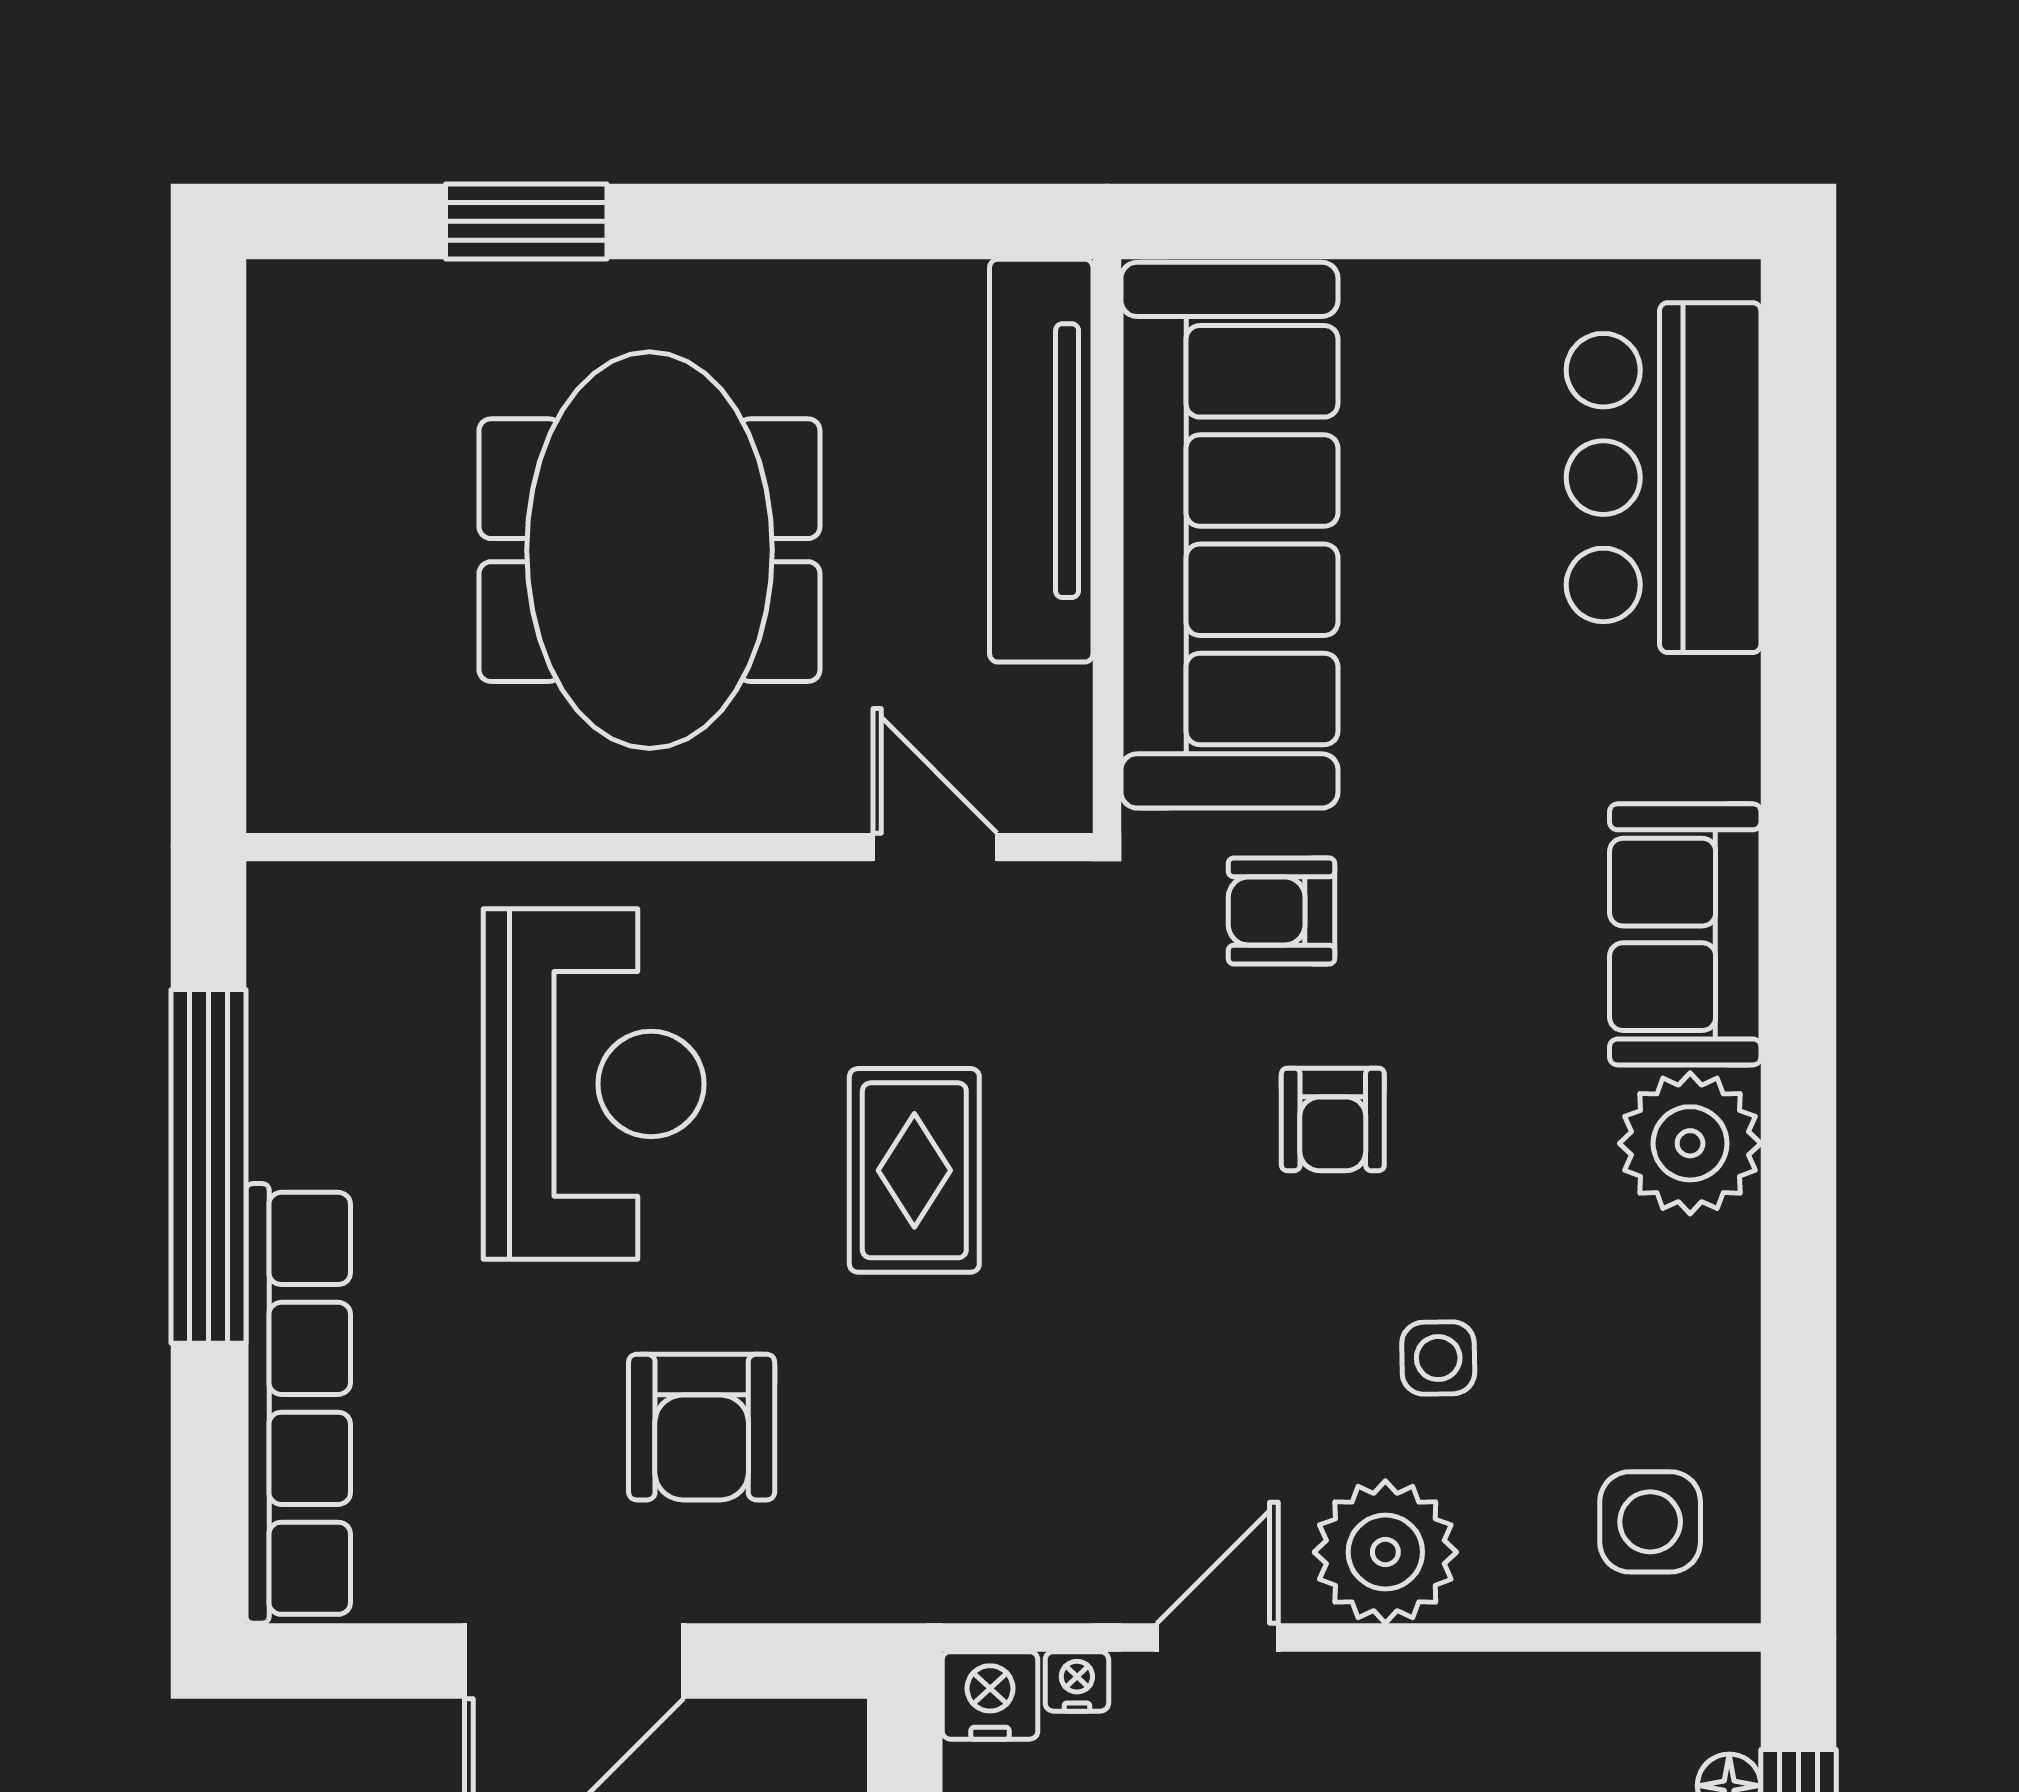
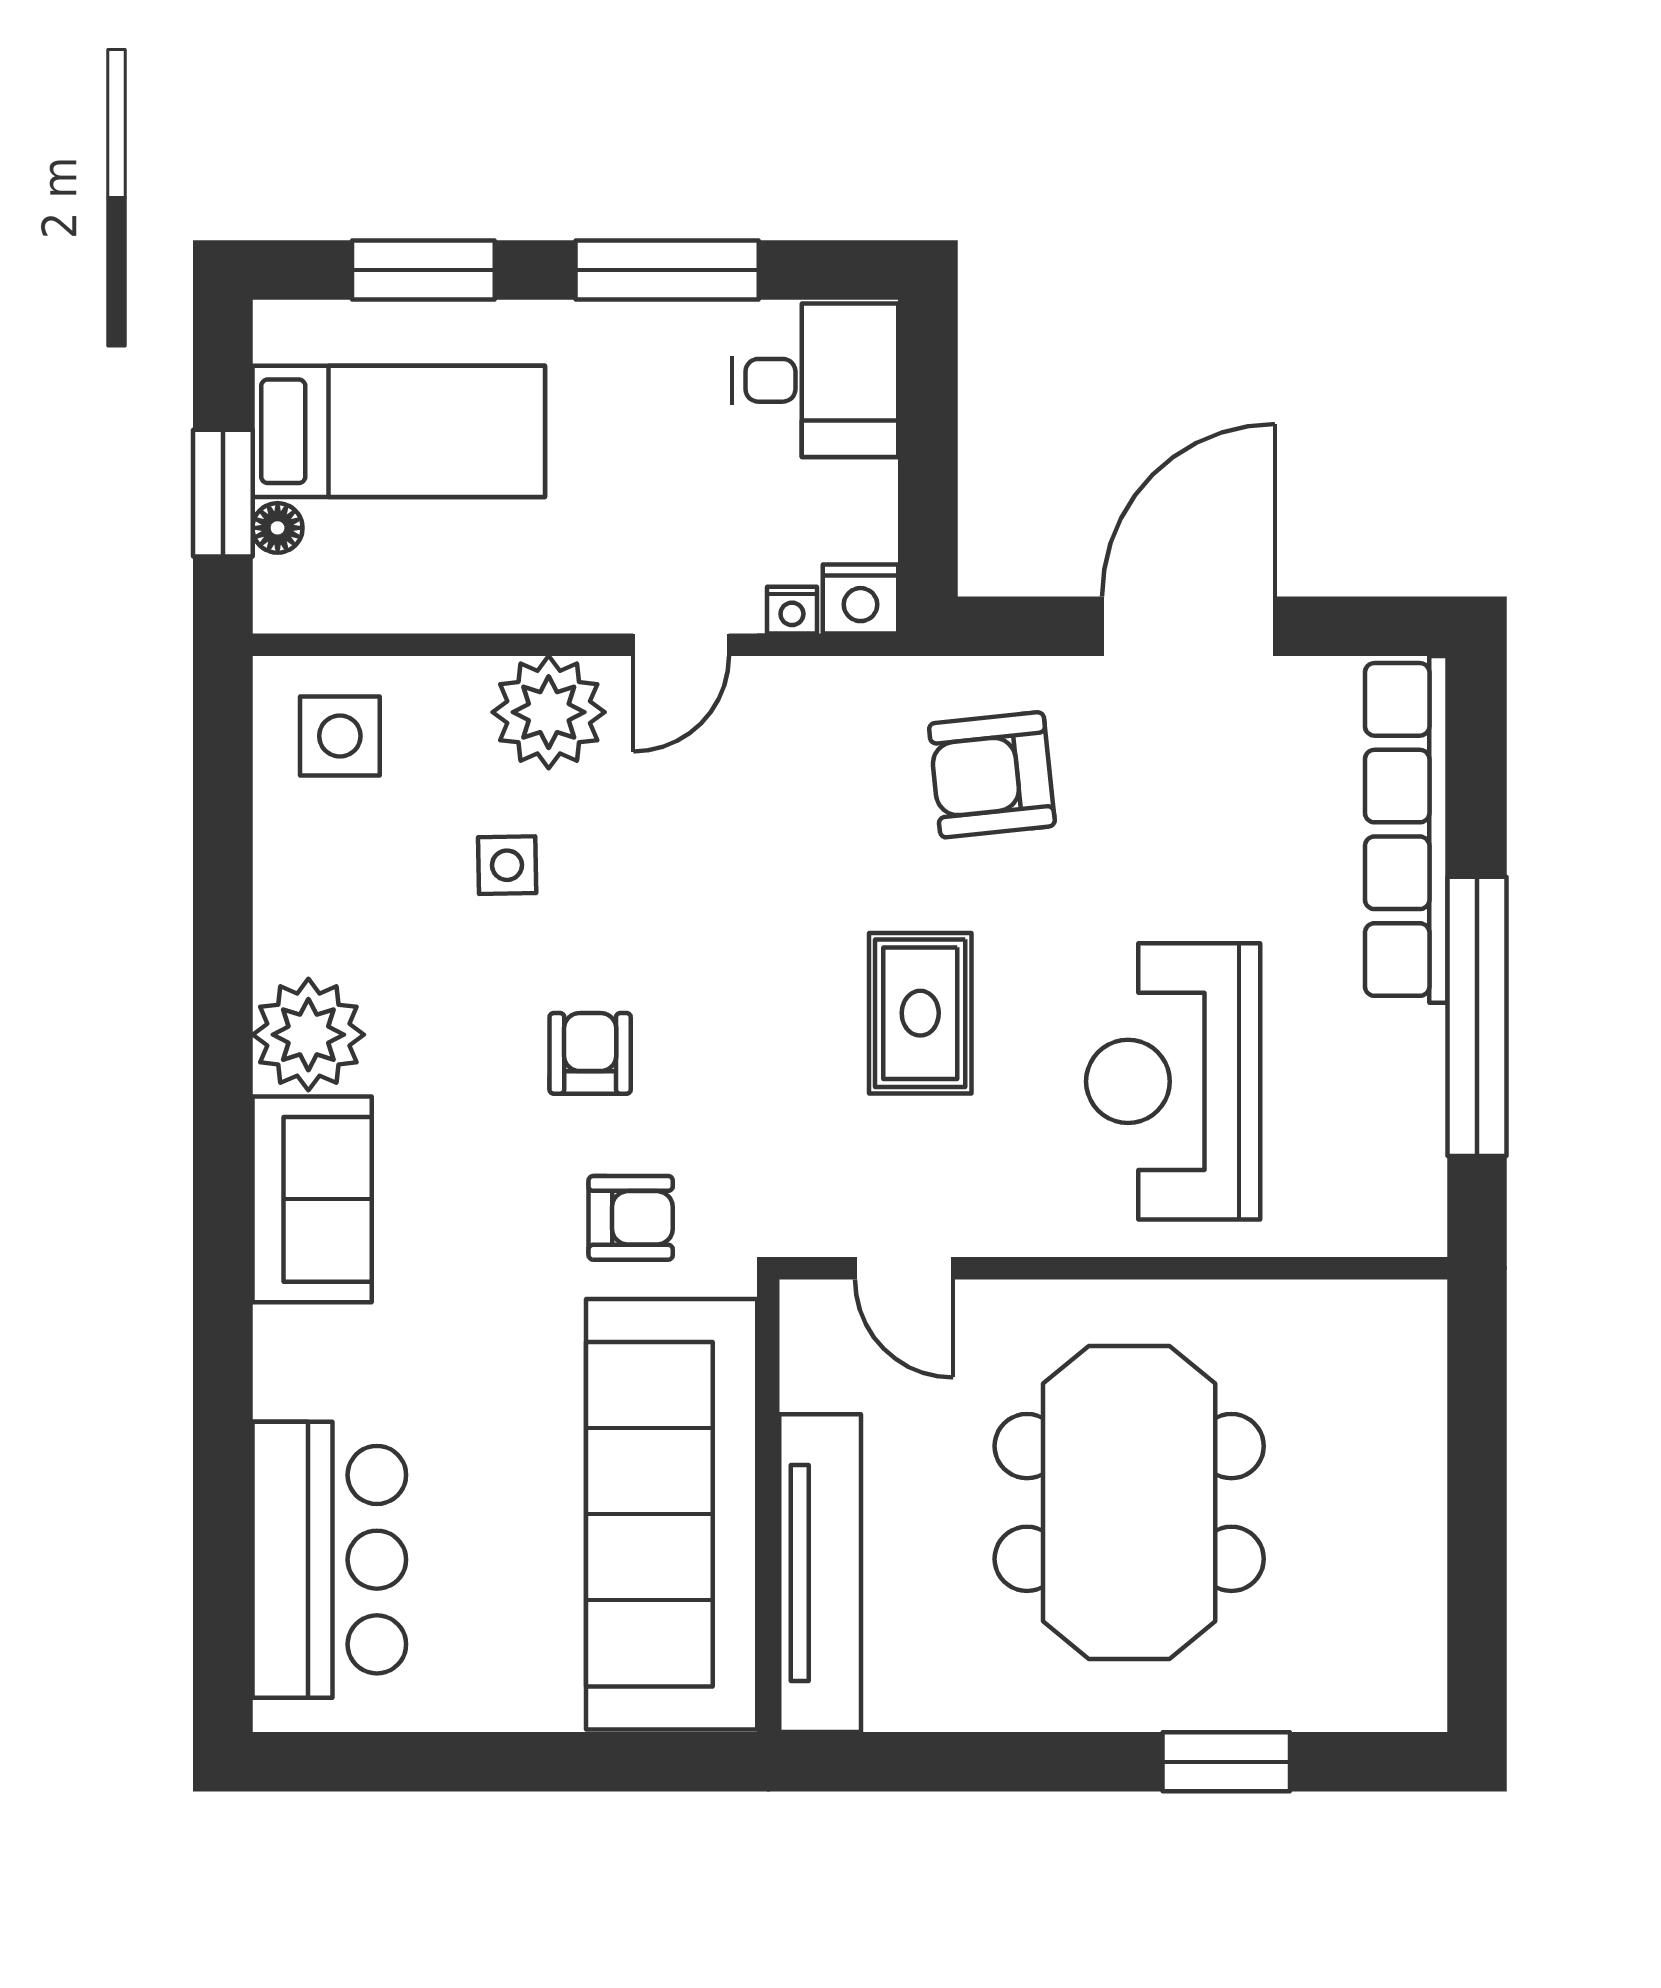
armchair: (702, 1427) -> (992, 775), moved, turned -96

